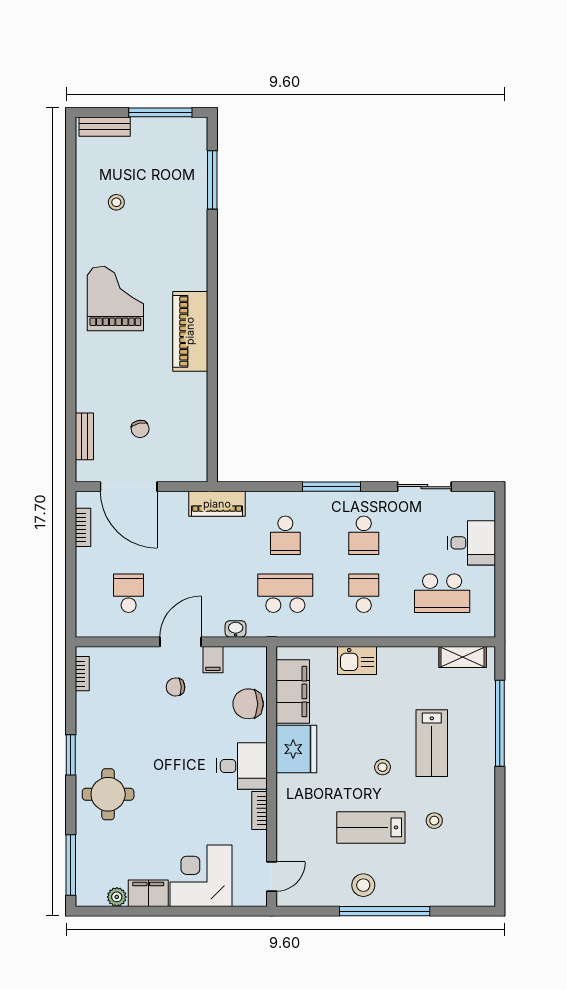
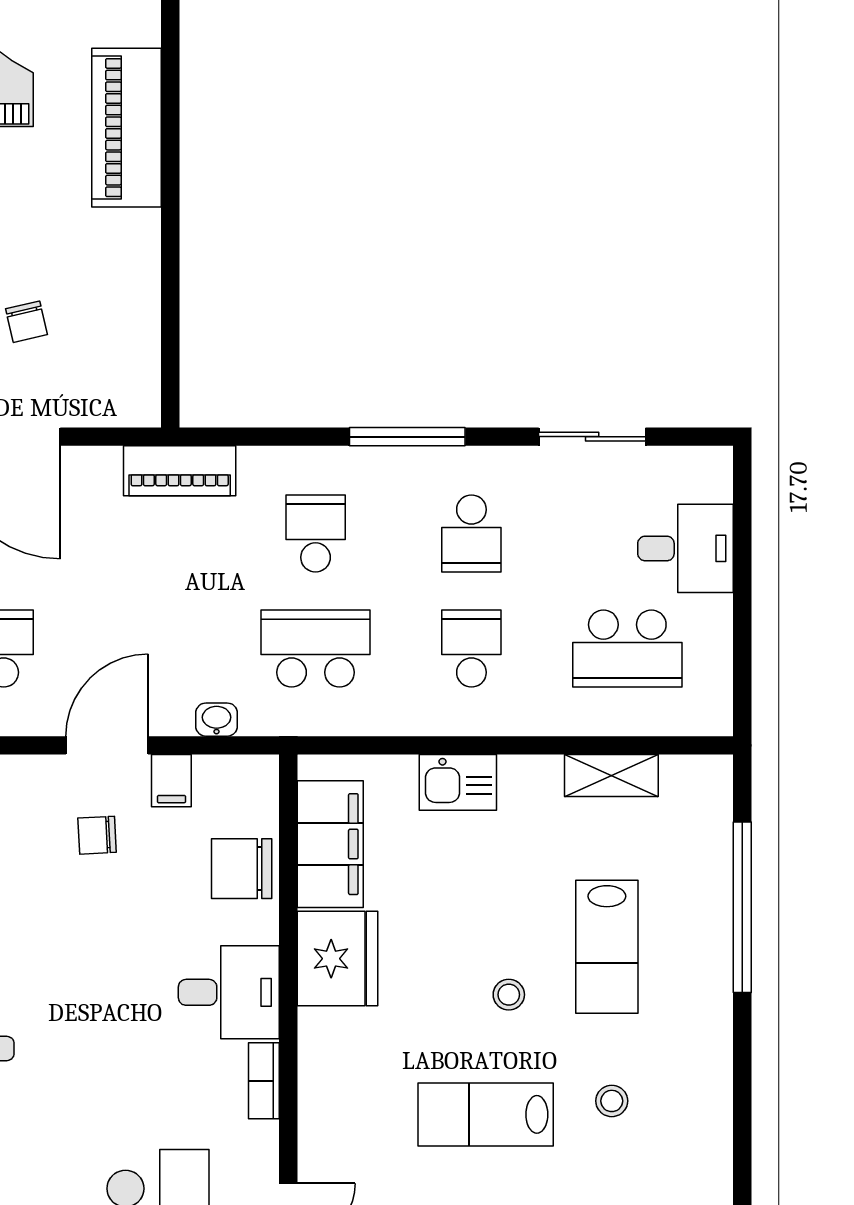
school desk: (285, 535) -> (316, 533), turned 180
shelving: (463, 657) -> (611, 775), moved

